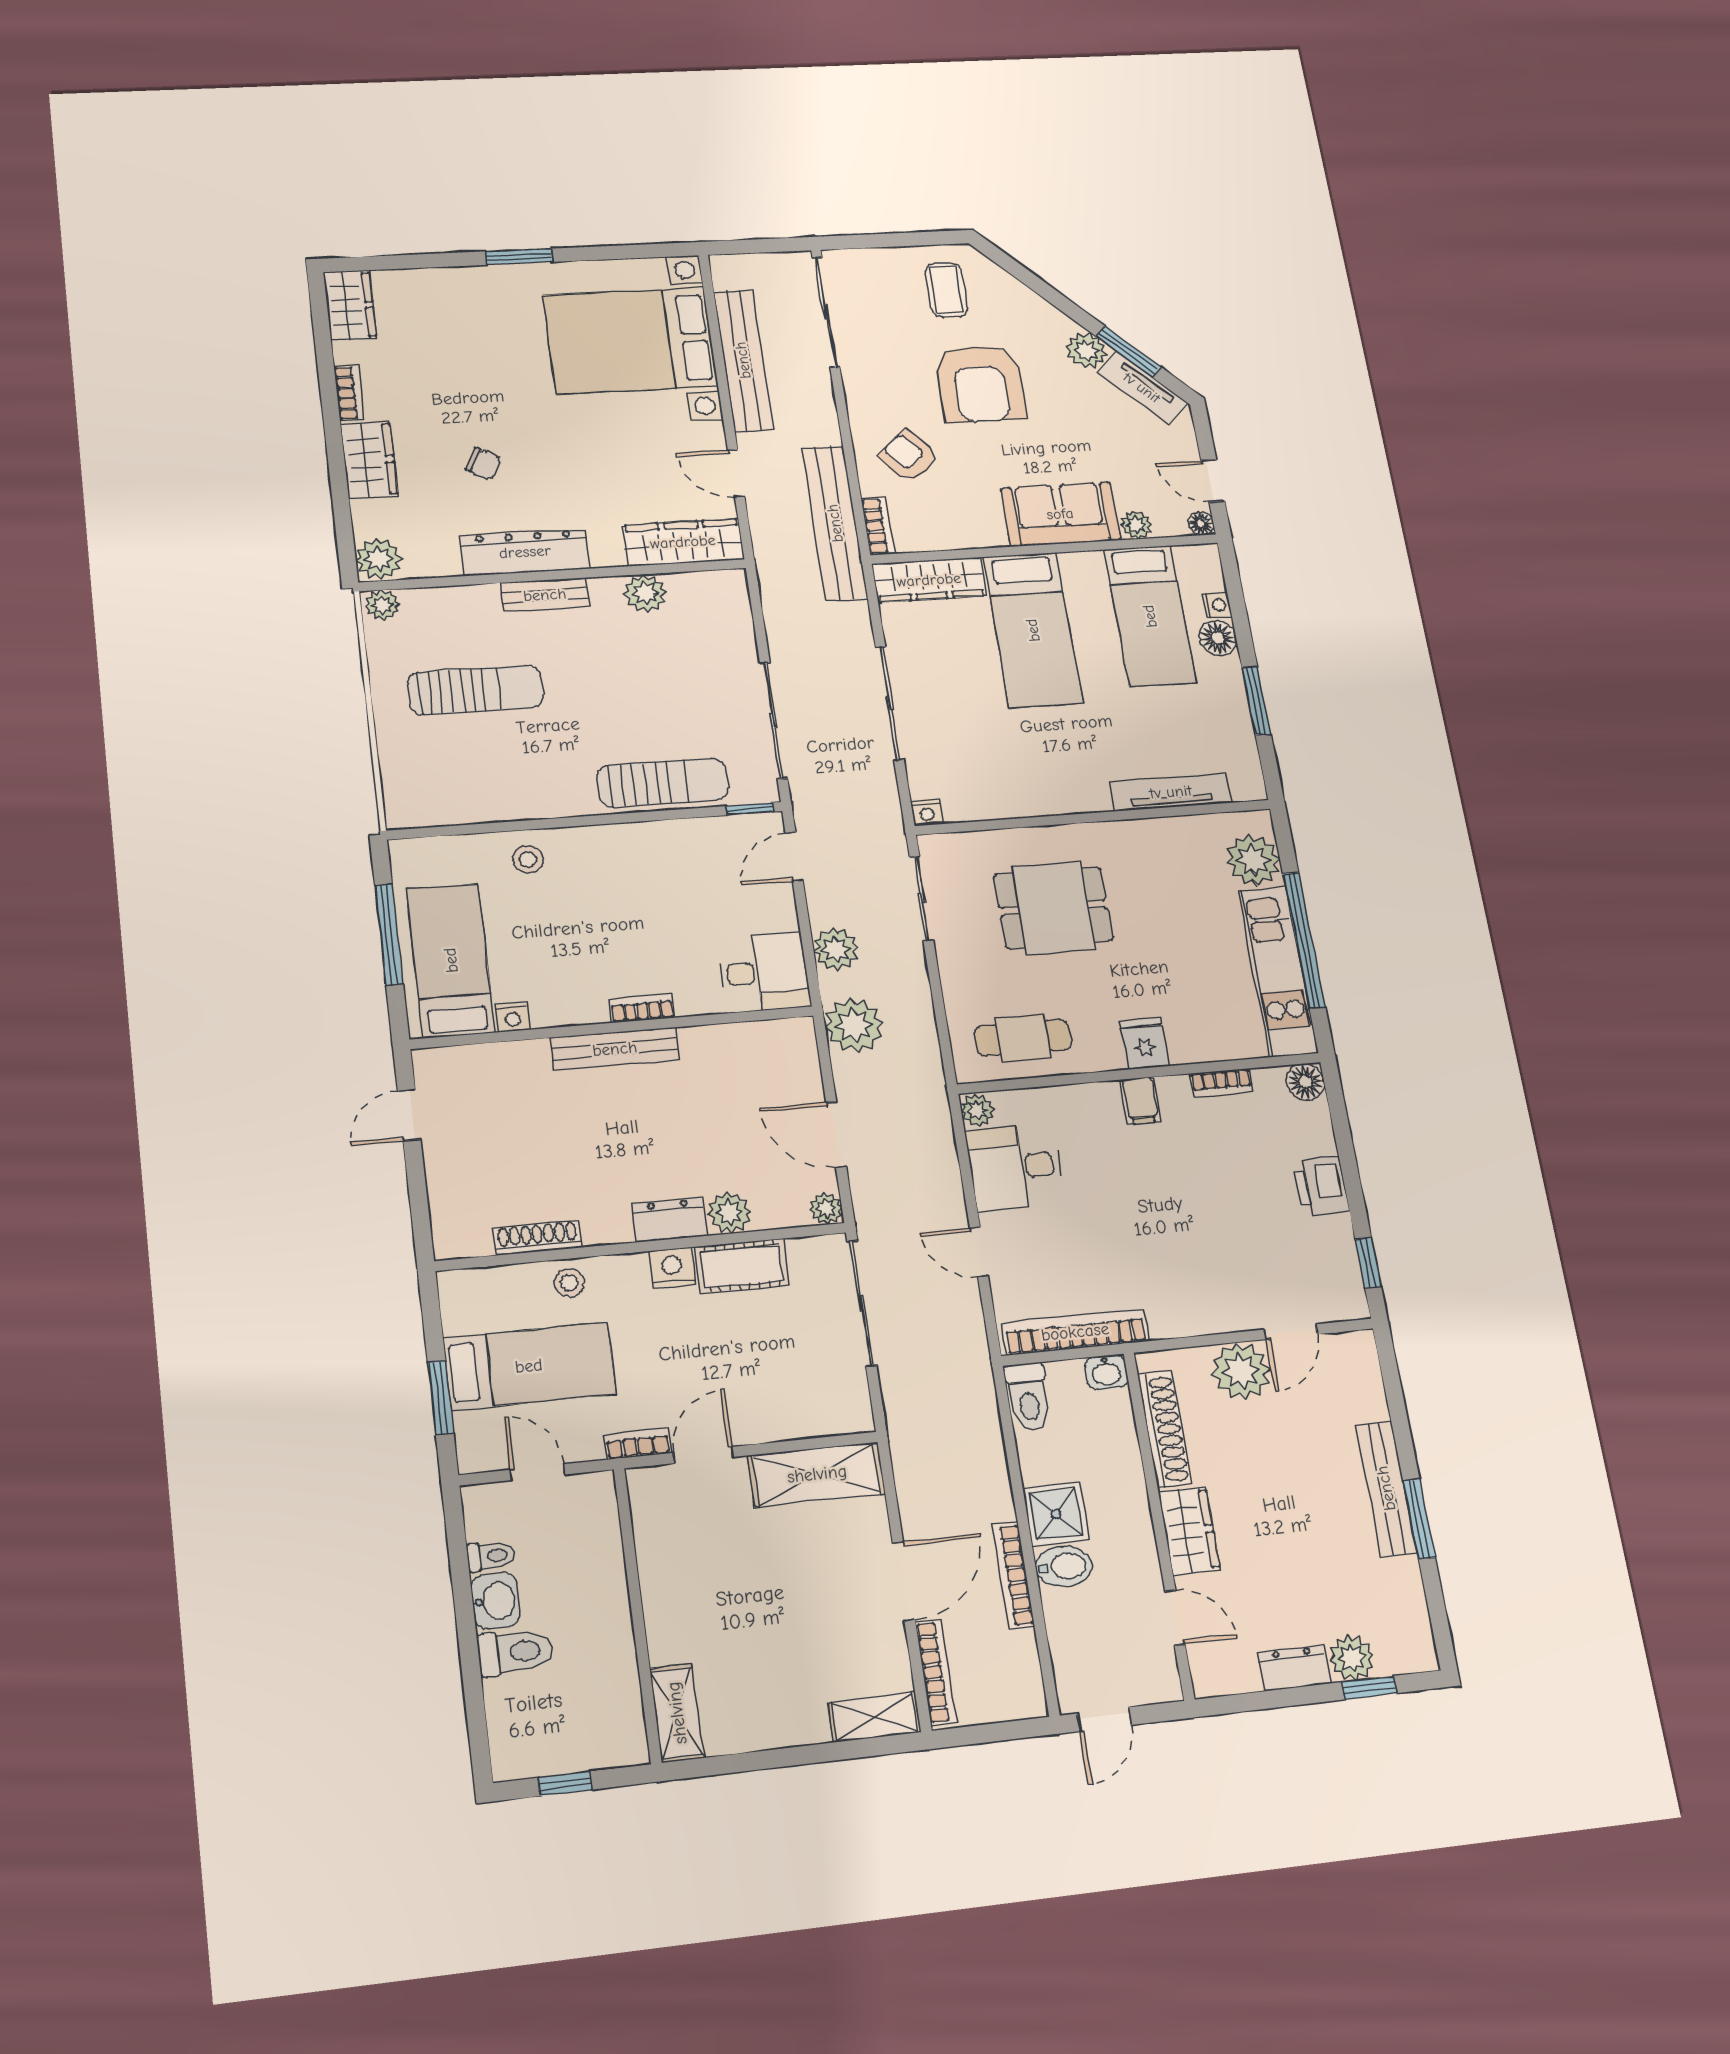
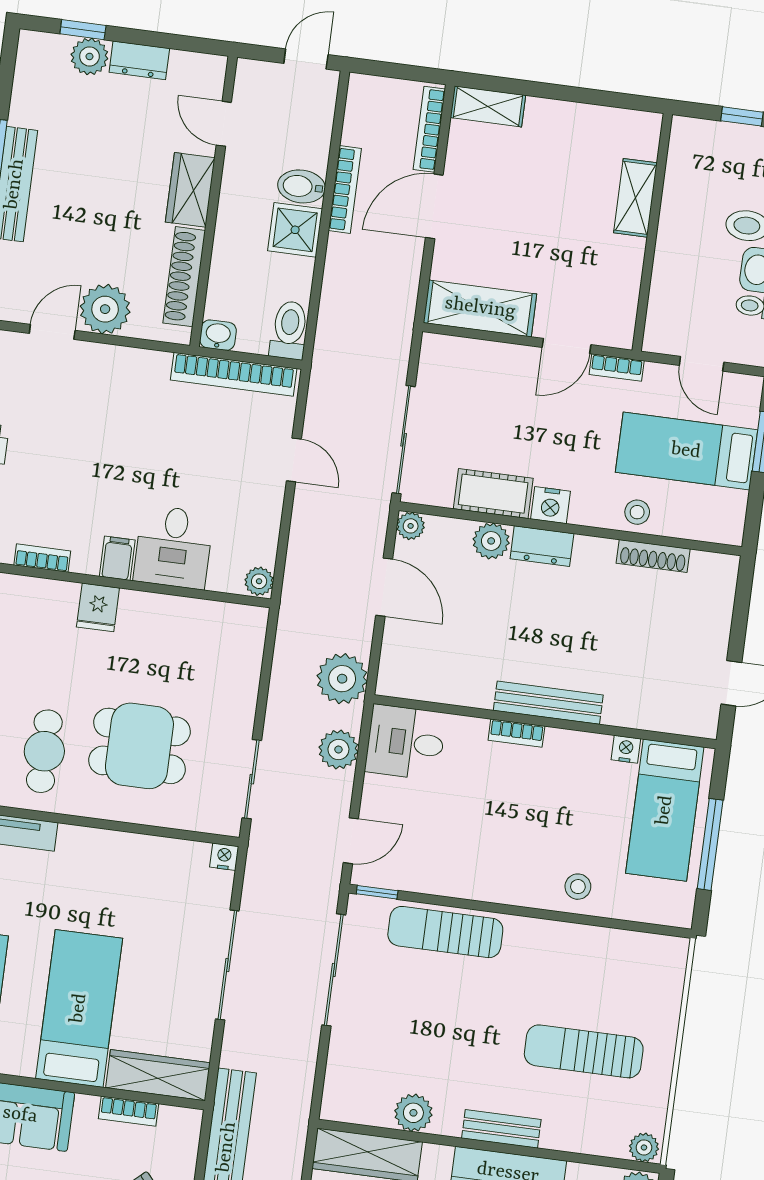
bookcase: (878, 526) -> (128, 1111), moved, turned -90
cafe table: (1023, 1038) -> (44, 751), moved, turned 90
desk: (1015, 1167) -> (173, 547), moved, turned 90
shelving: (677, 1713) -> (635, 198), moved

